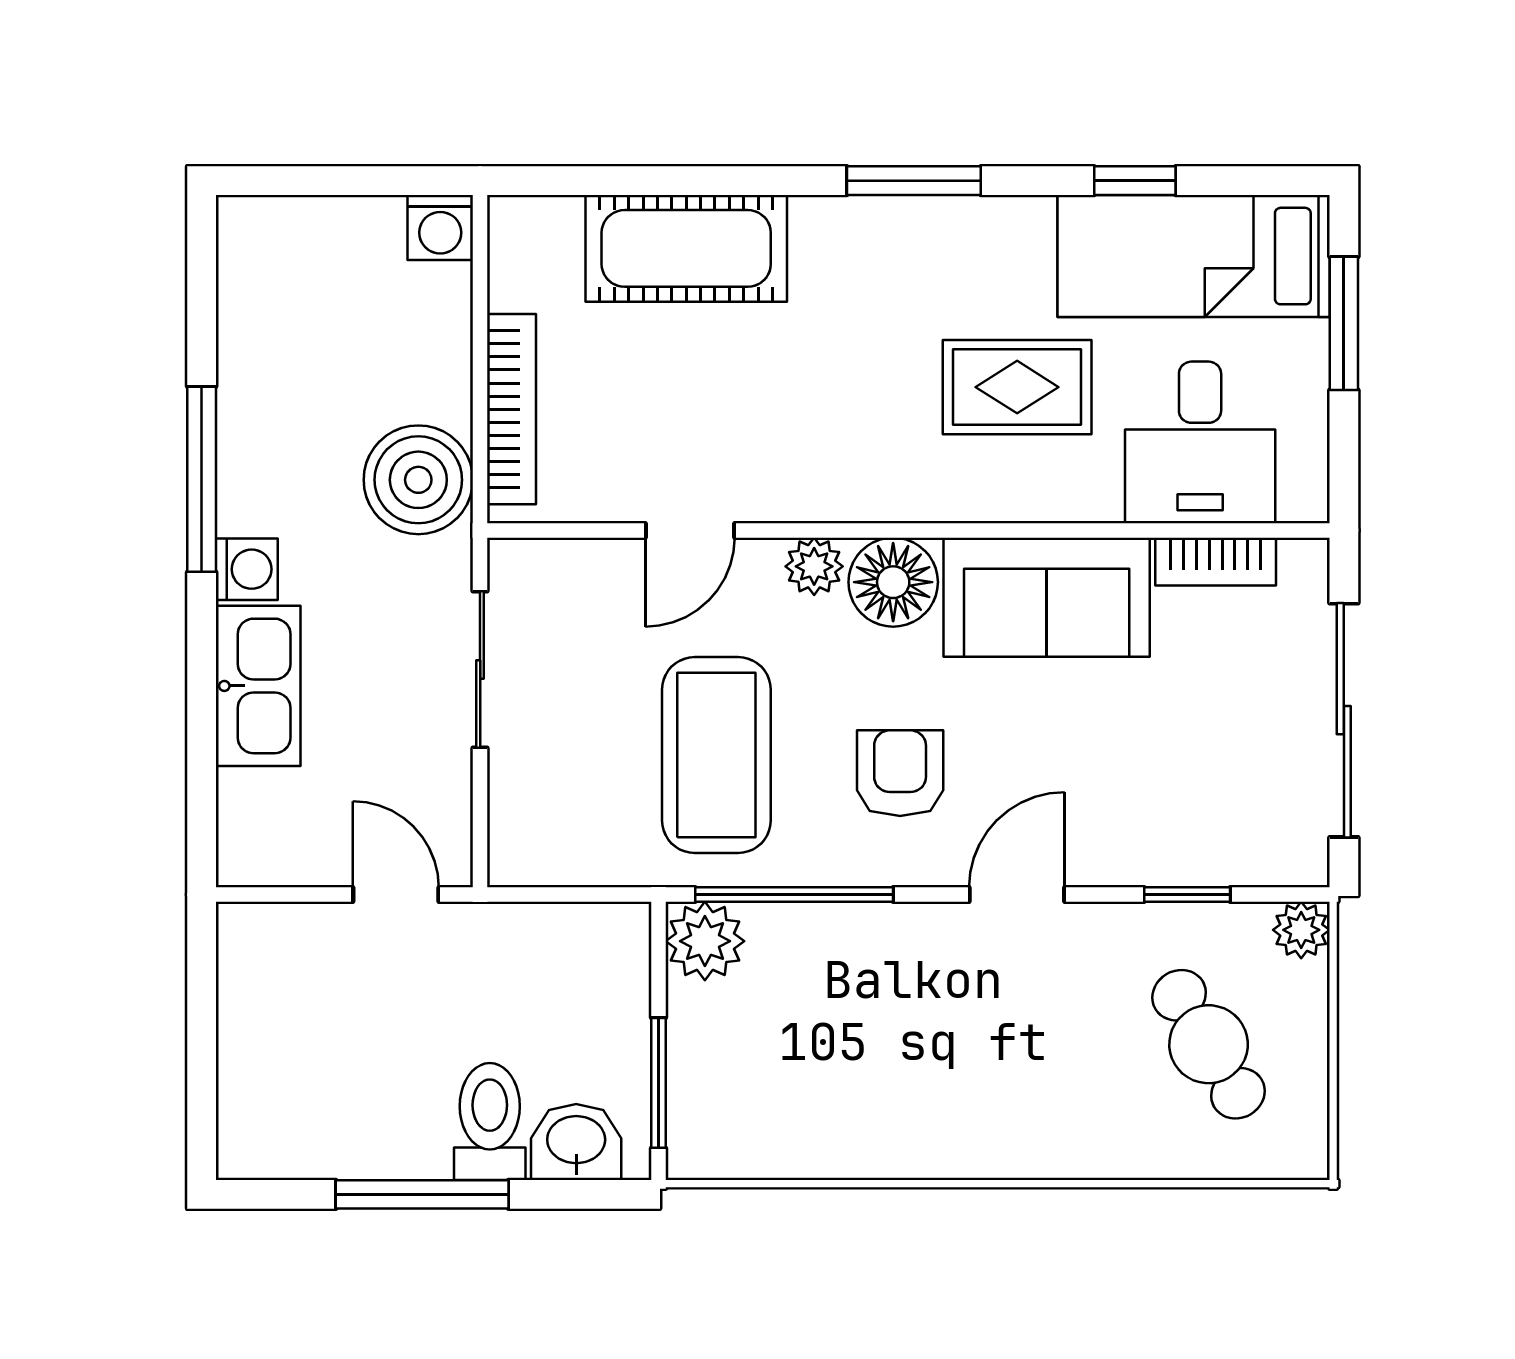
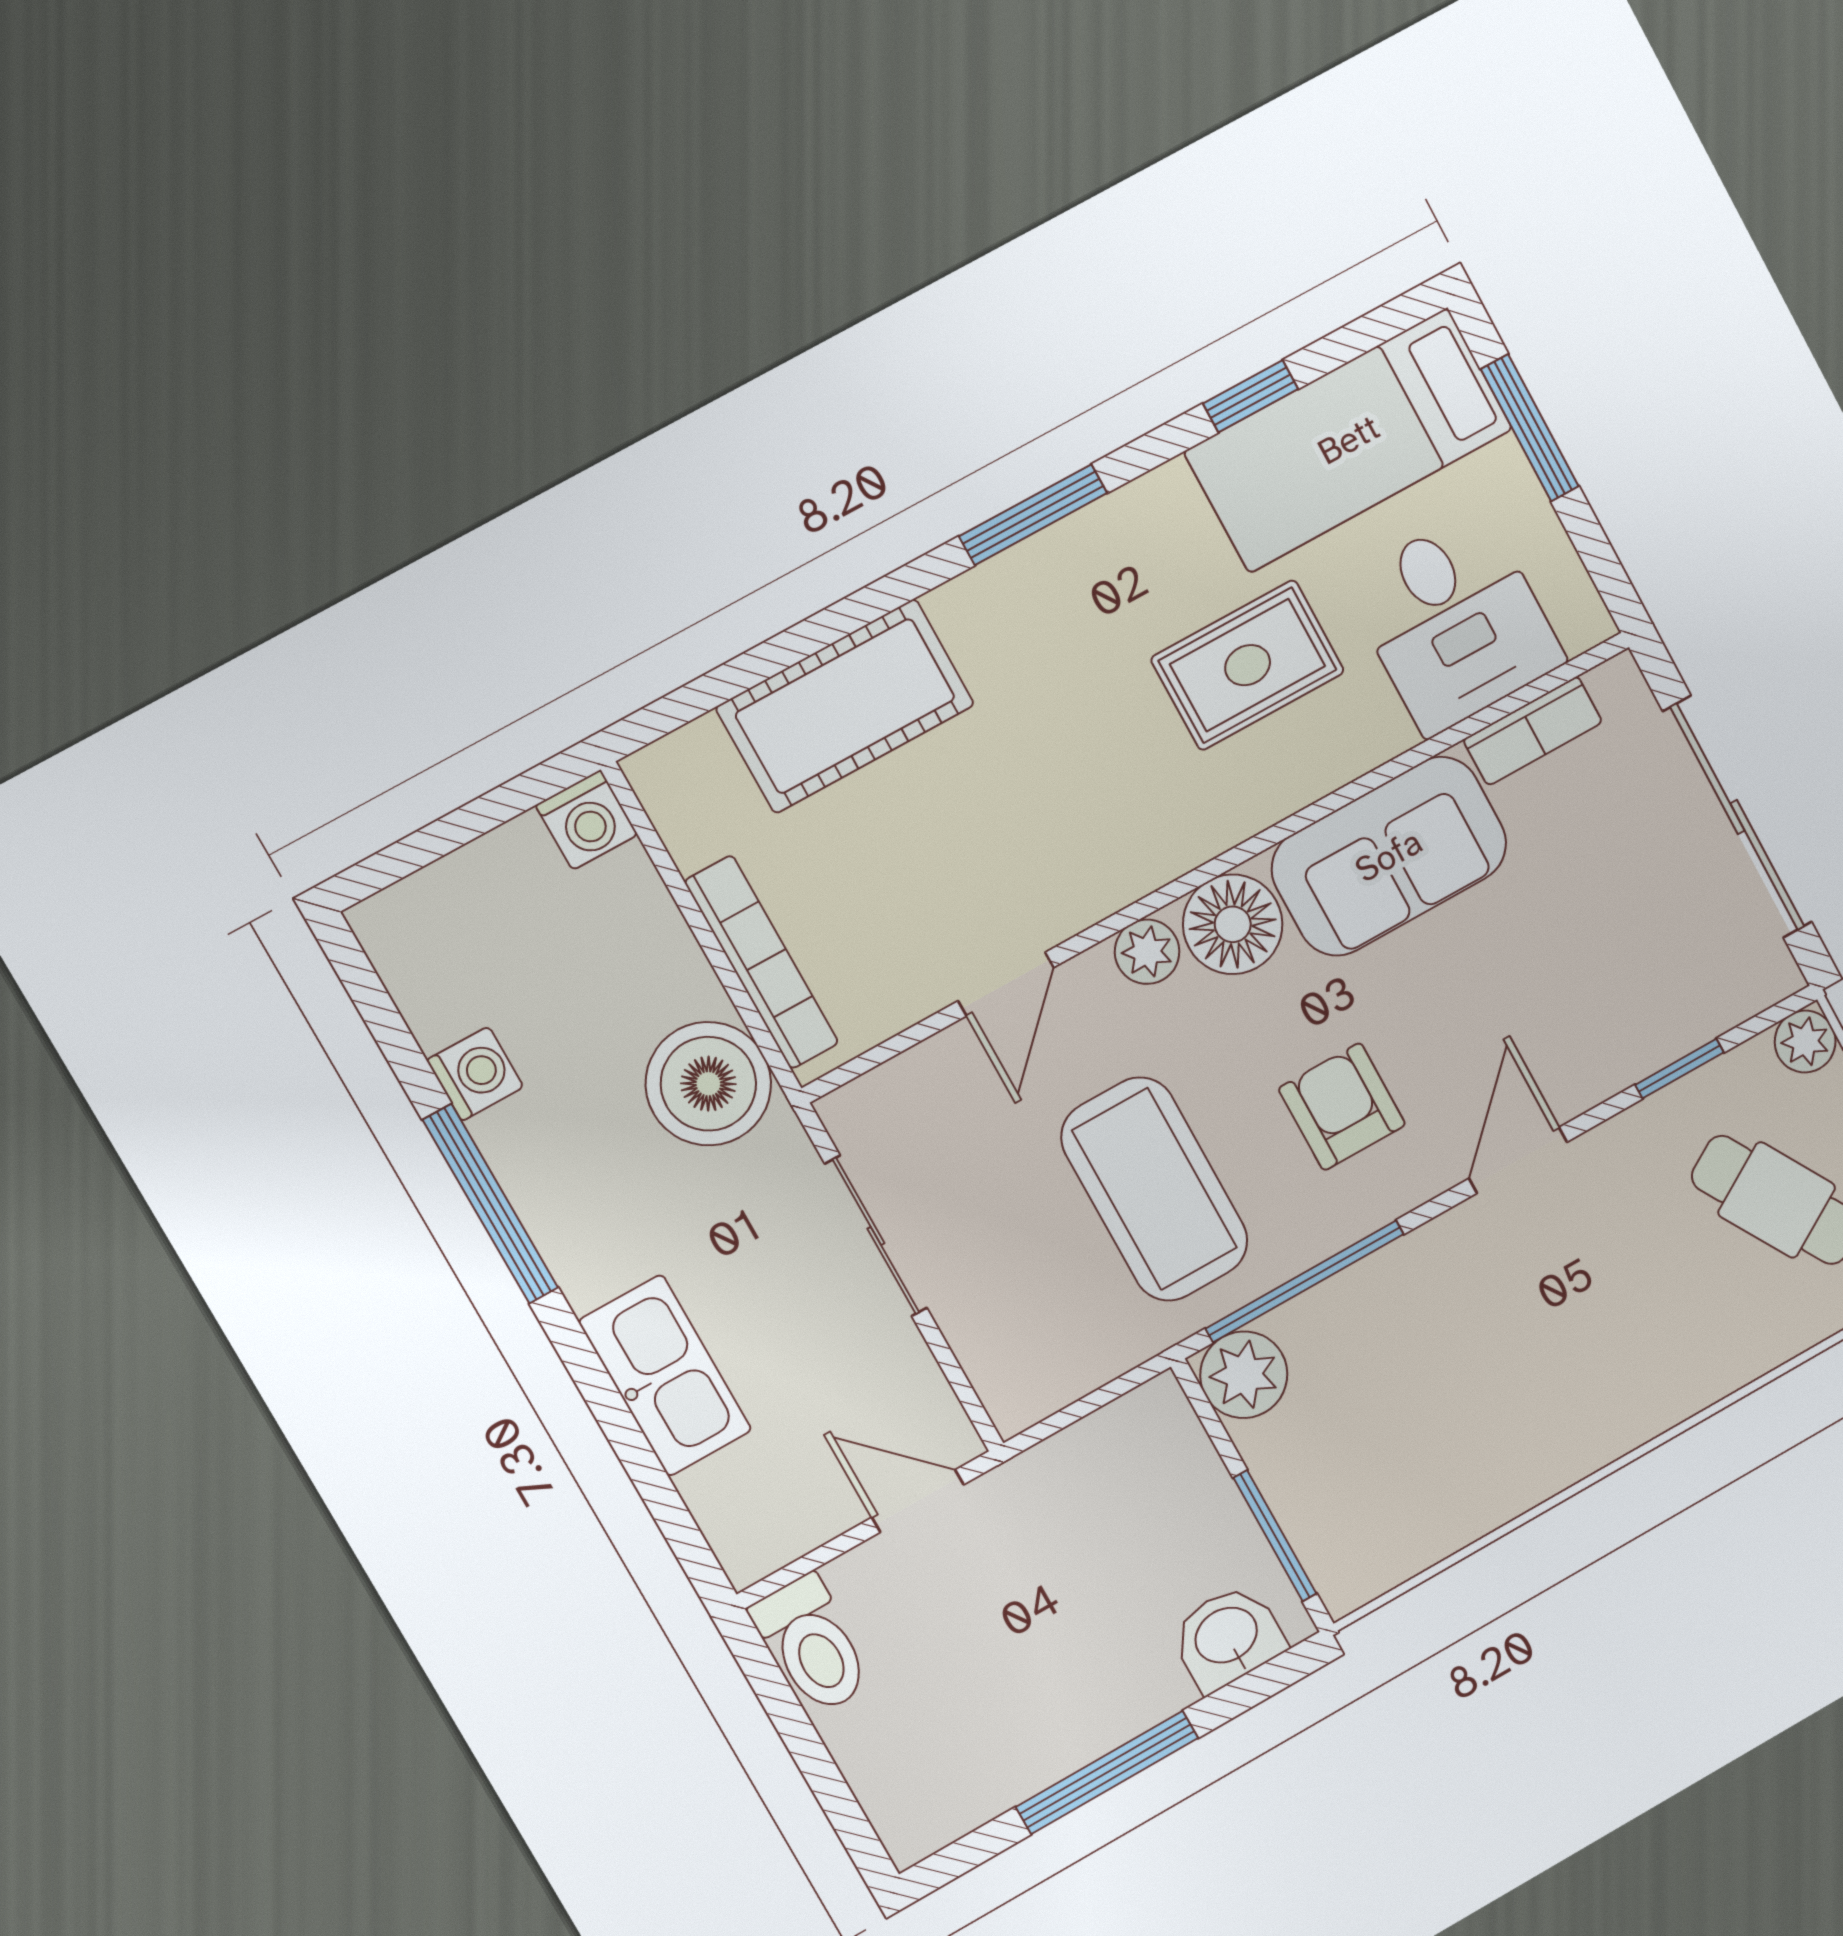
washing machine: (247, 569) -> (475, 1074), moved
toilet: (490, 1121) -> (812, 1645), moved, turned 180

